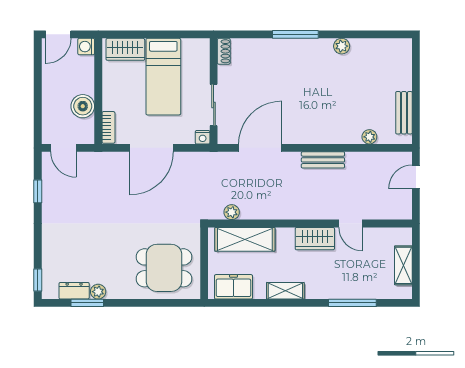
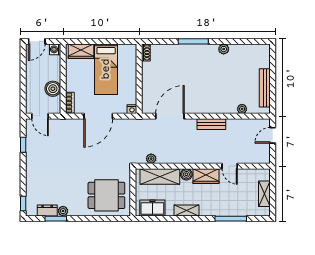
sliding door: (214, 105) -> (139, 88), removed
bench: (404, 113) -> (265, 88), width x1.36
boiler: (285, 236) -> (186, 174), added

